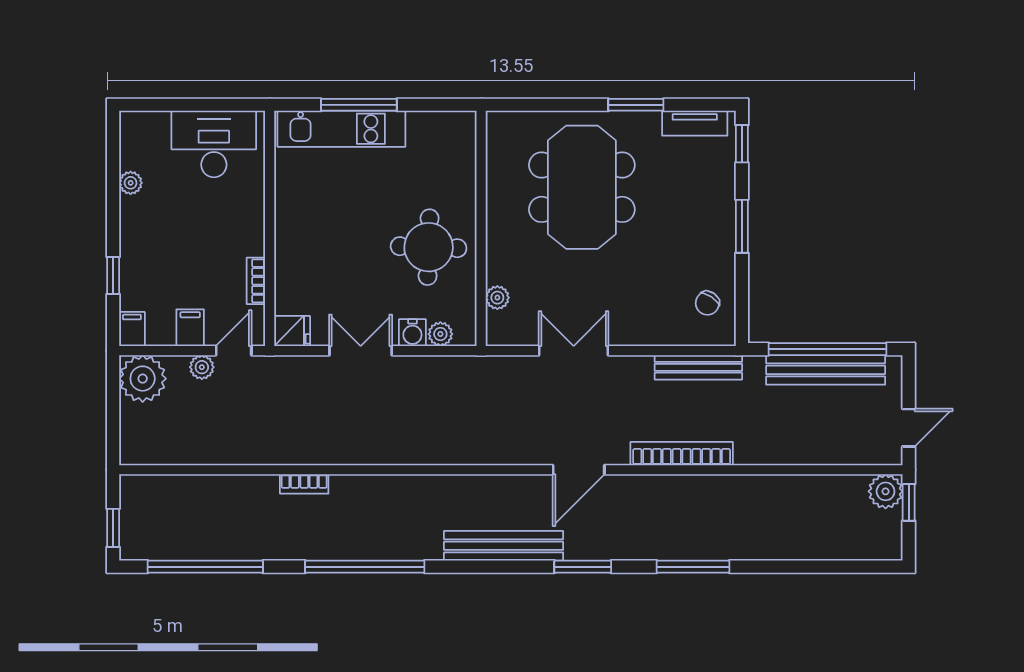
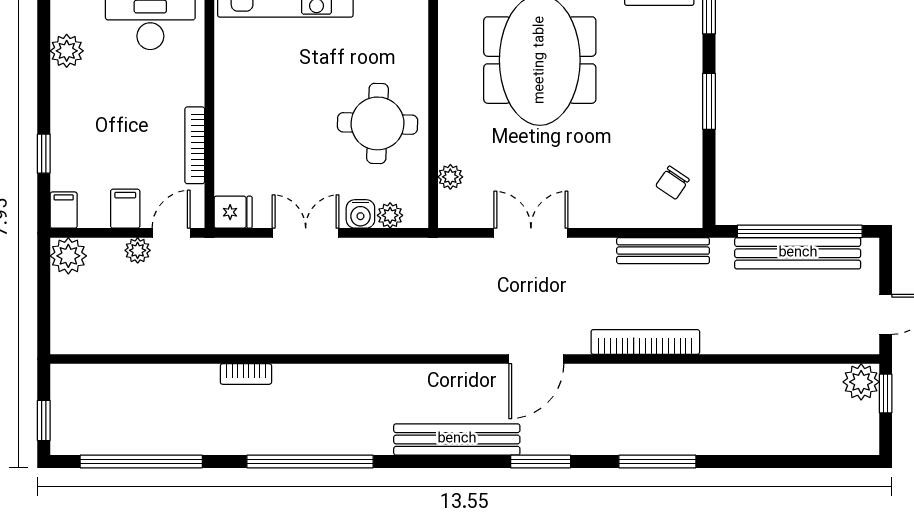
plant: (131, 183) -> (67, 51), width x1.38, depth x1.38
bookcase: (256, 281) -> (195, 145), width x1.56
plant: (143, 379) -> (68, 256), width x0.73, depth x0.73

